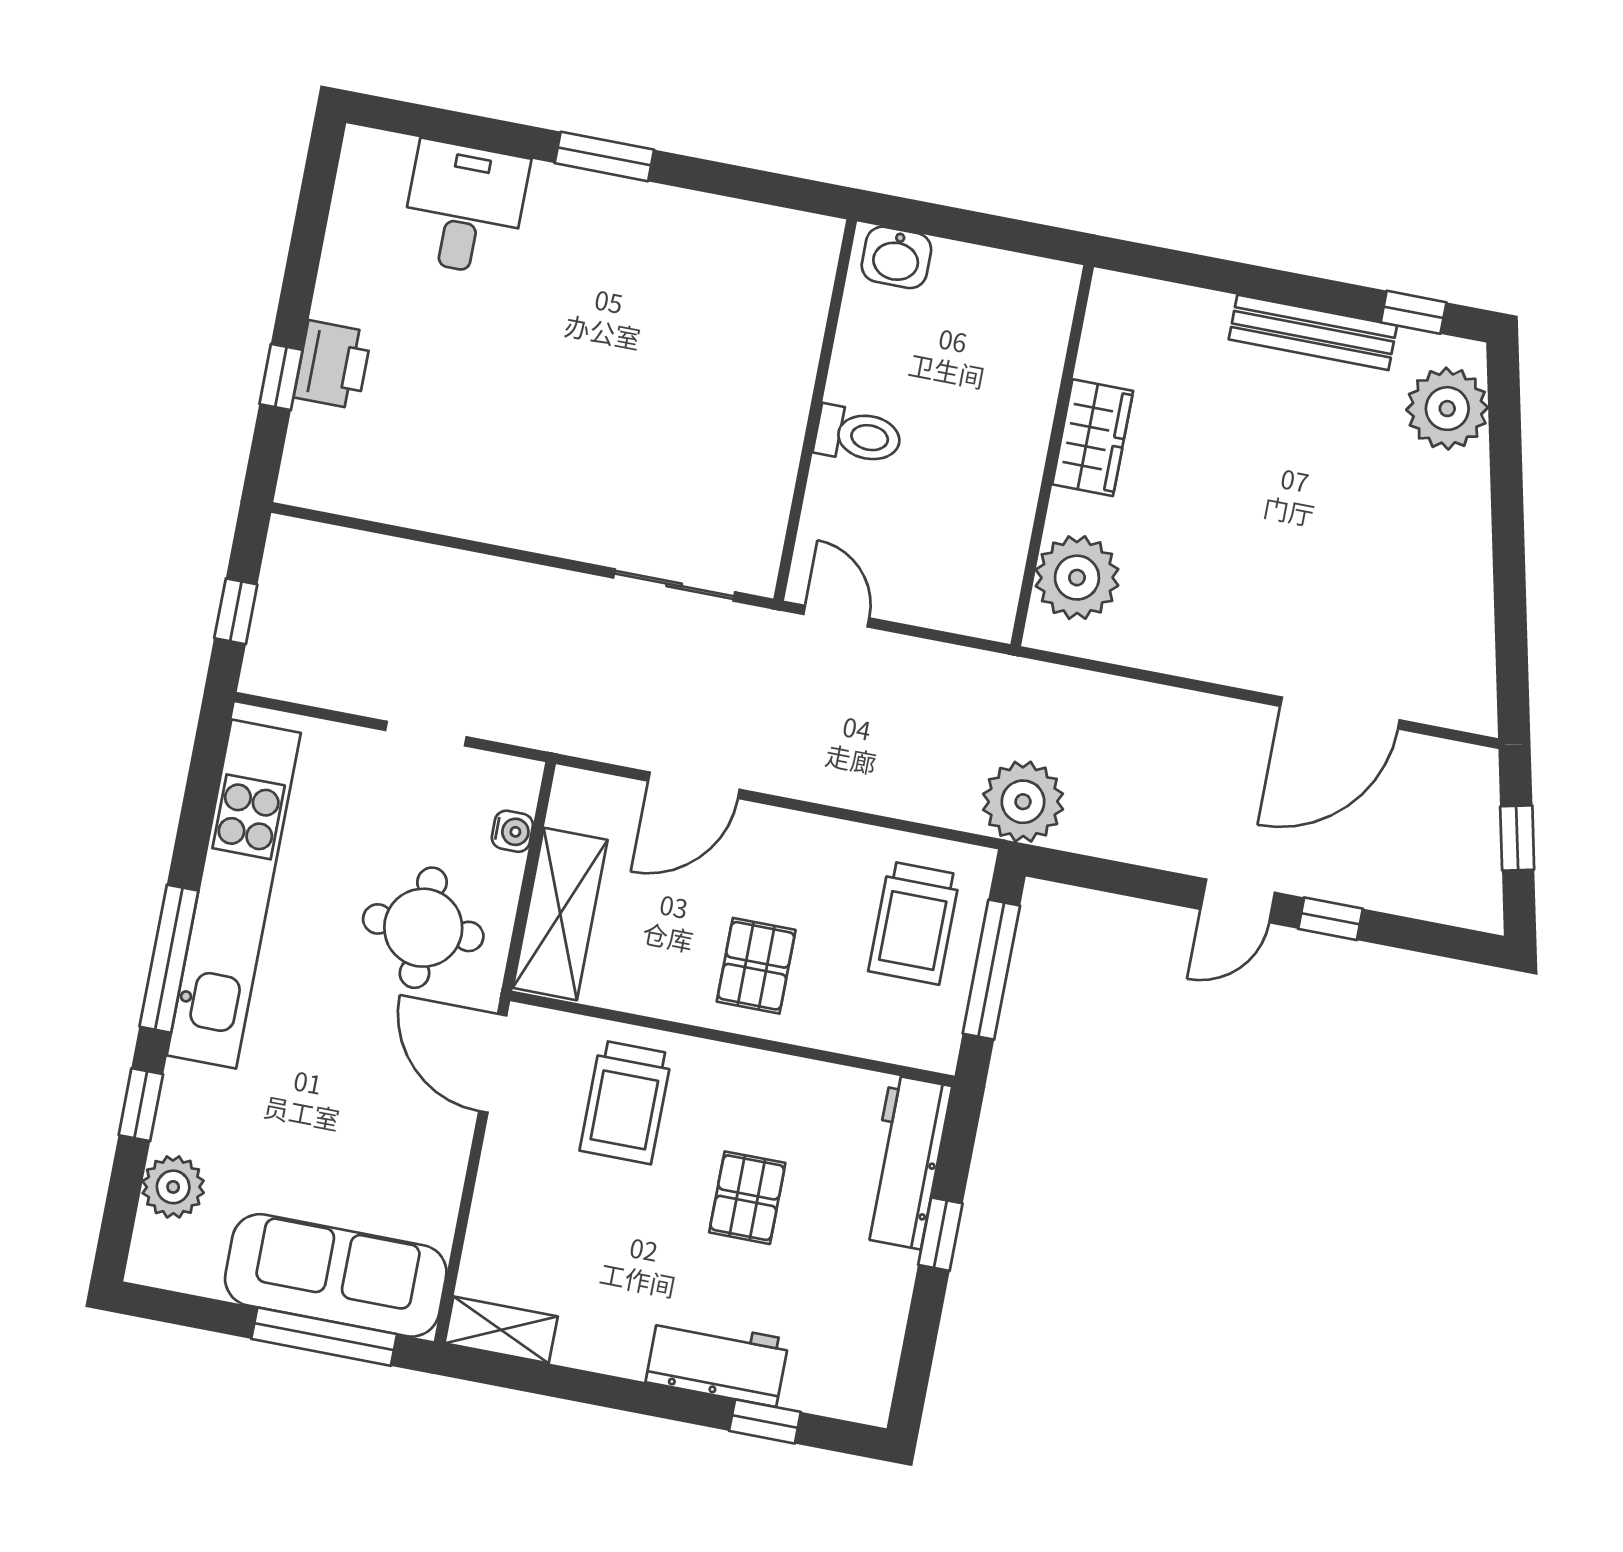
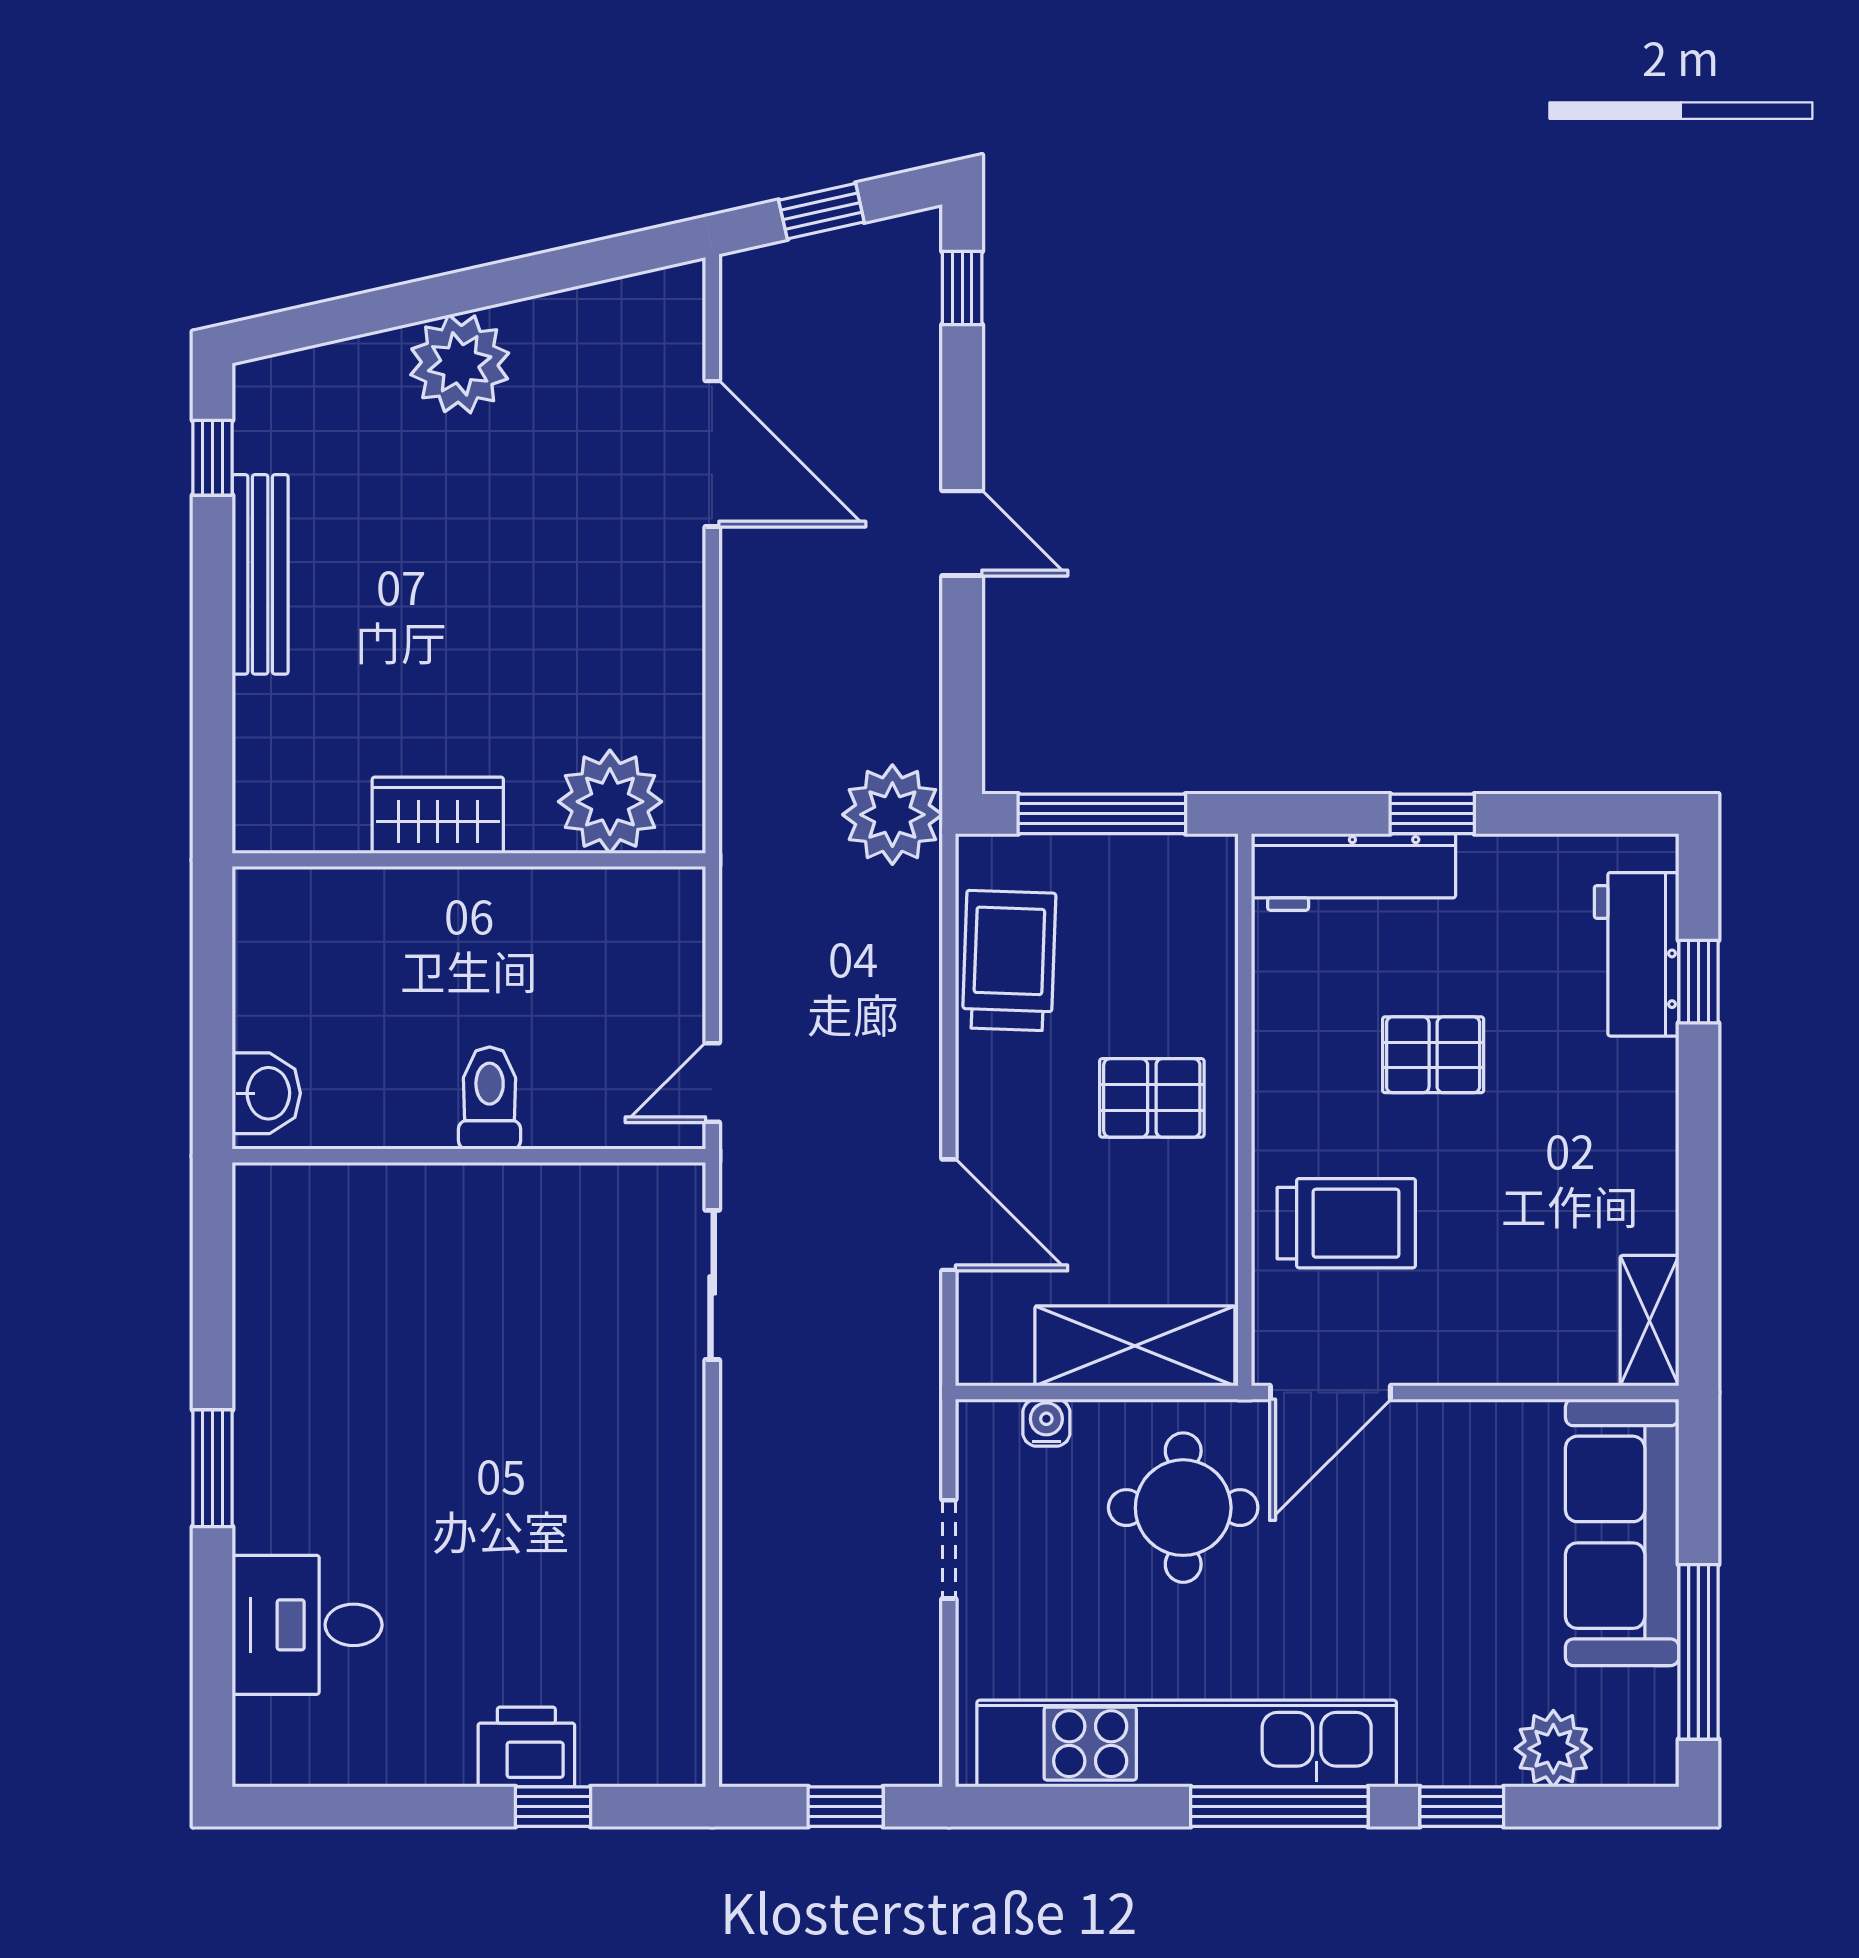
plant: (1447, 409) -> (460, 364), moved
window: (1330, 919) -> (962, 288), moved
trolley: (914, 923) -> (1009, 961), moved, turned -88
window: (324, 1337) -> (1698, 1652), moved
workbench: (717, 1361) -> (1637, 954), moved

